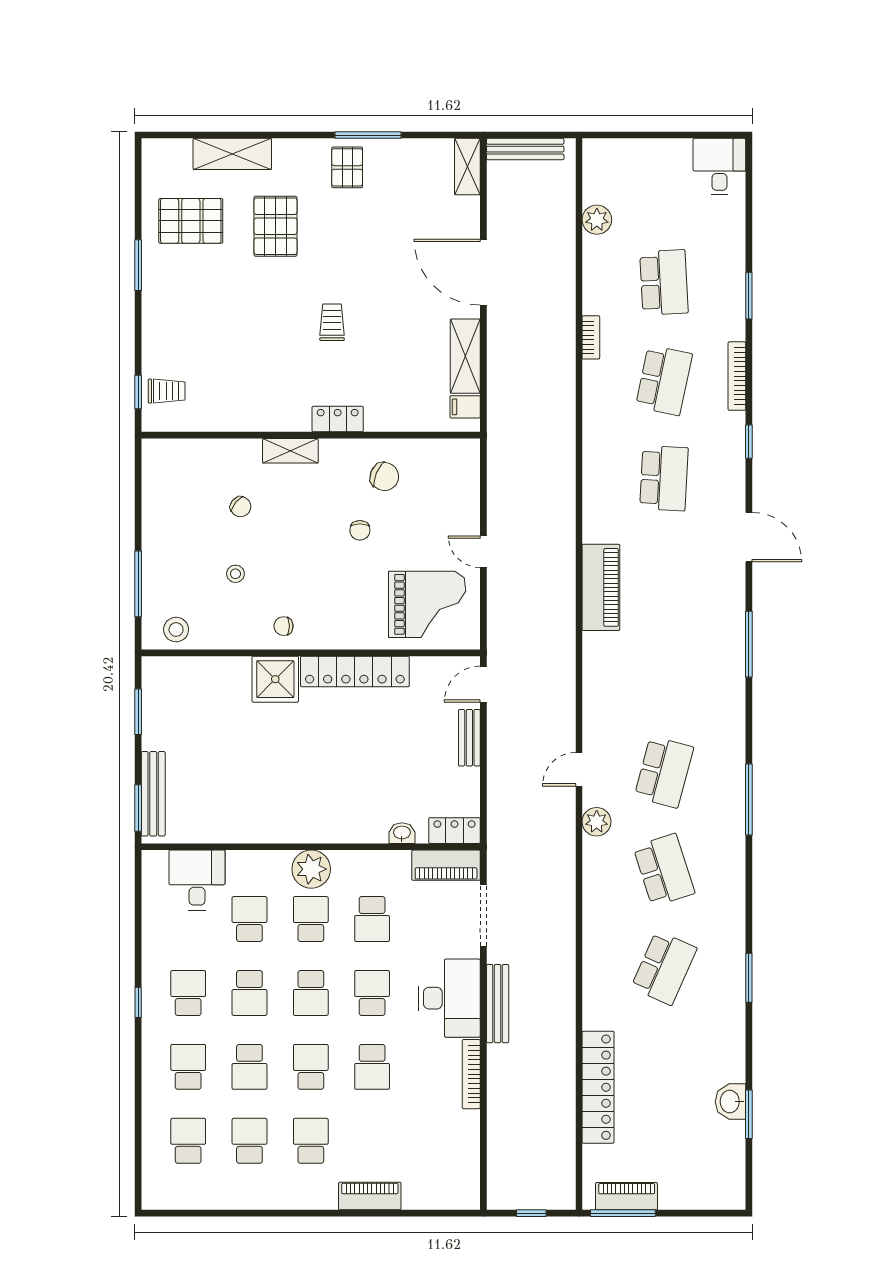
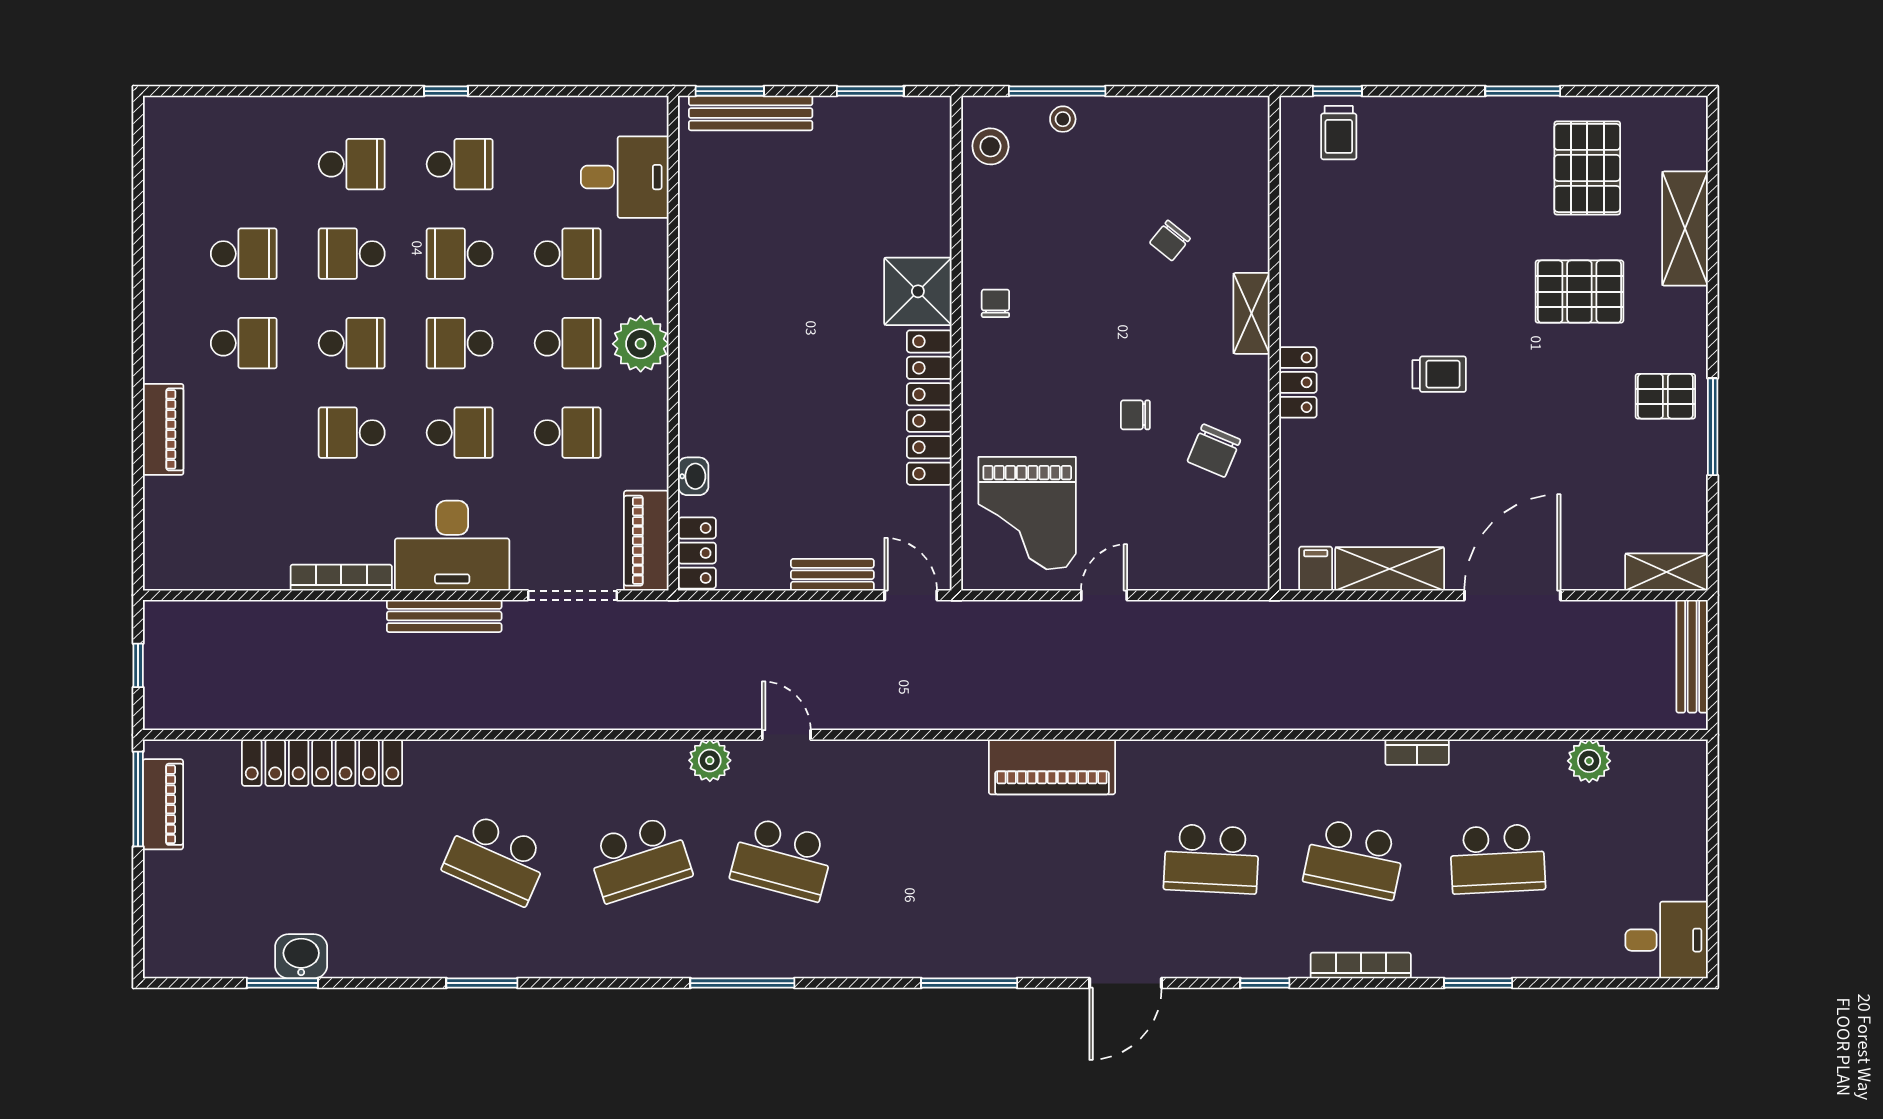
stool: (235, 574) -> (1063, 119), moved
school desk: (372, 919) -> (568, 433), turned 180
school desk: (188, 1141) -> (244, 164), removed

